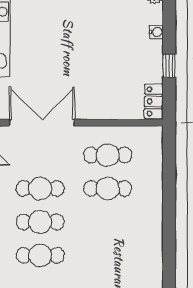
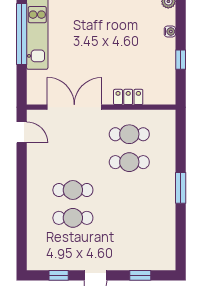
locker: (154, 101) -> (128, 97), moved, turned 90
cafe table: (40, 188) -> (73, 162), removed
window: (169, 219) -> (181, 188), added

